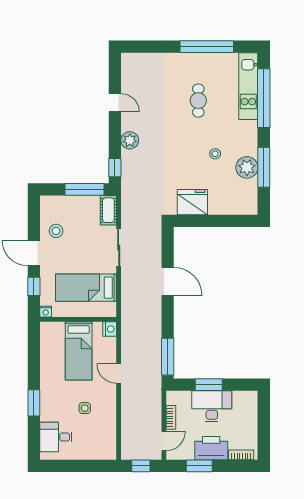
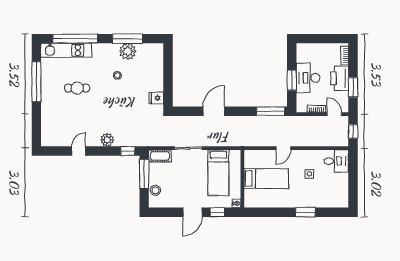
fridge: (192, 202) -> (156, 98), width x0.53, depth x0.75
stool: (56, 231) -> (155, 190), moved
nightstand: (110, 329) -> (250, 155), removed
desk: (56, 437) -> (336, 161), moved, turned -90

